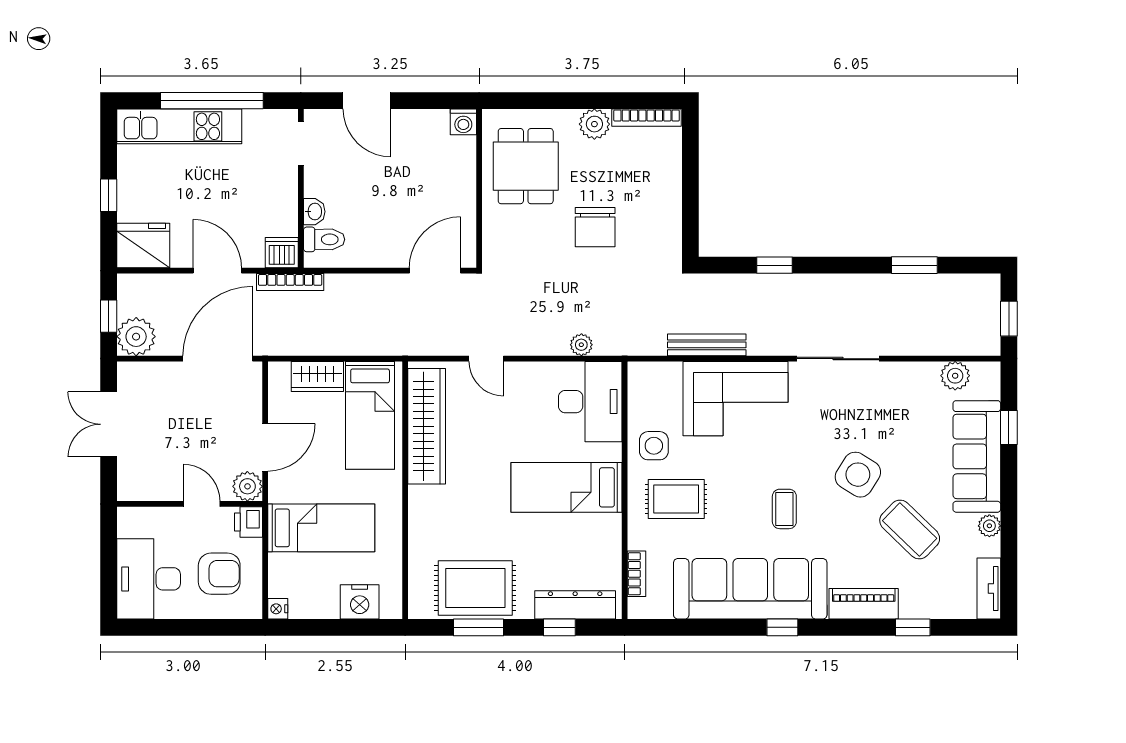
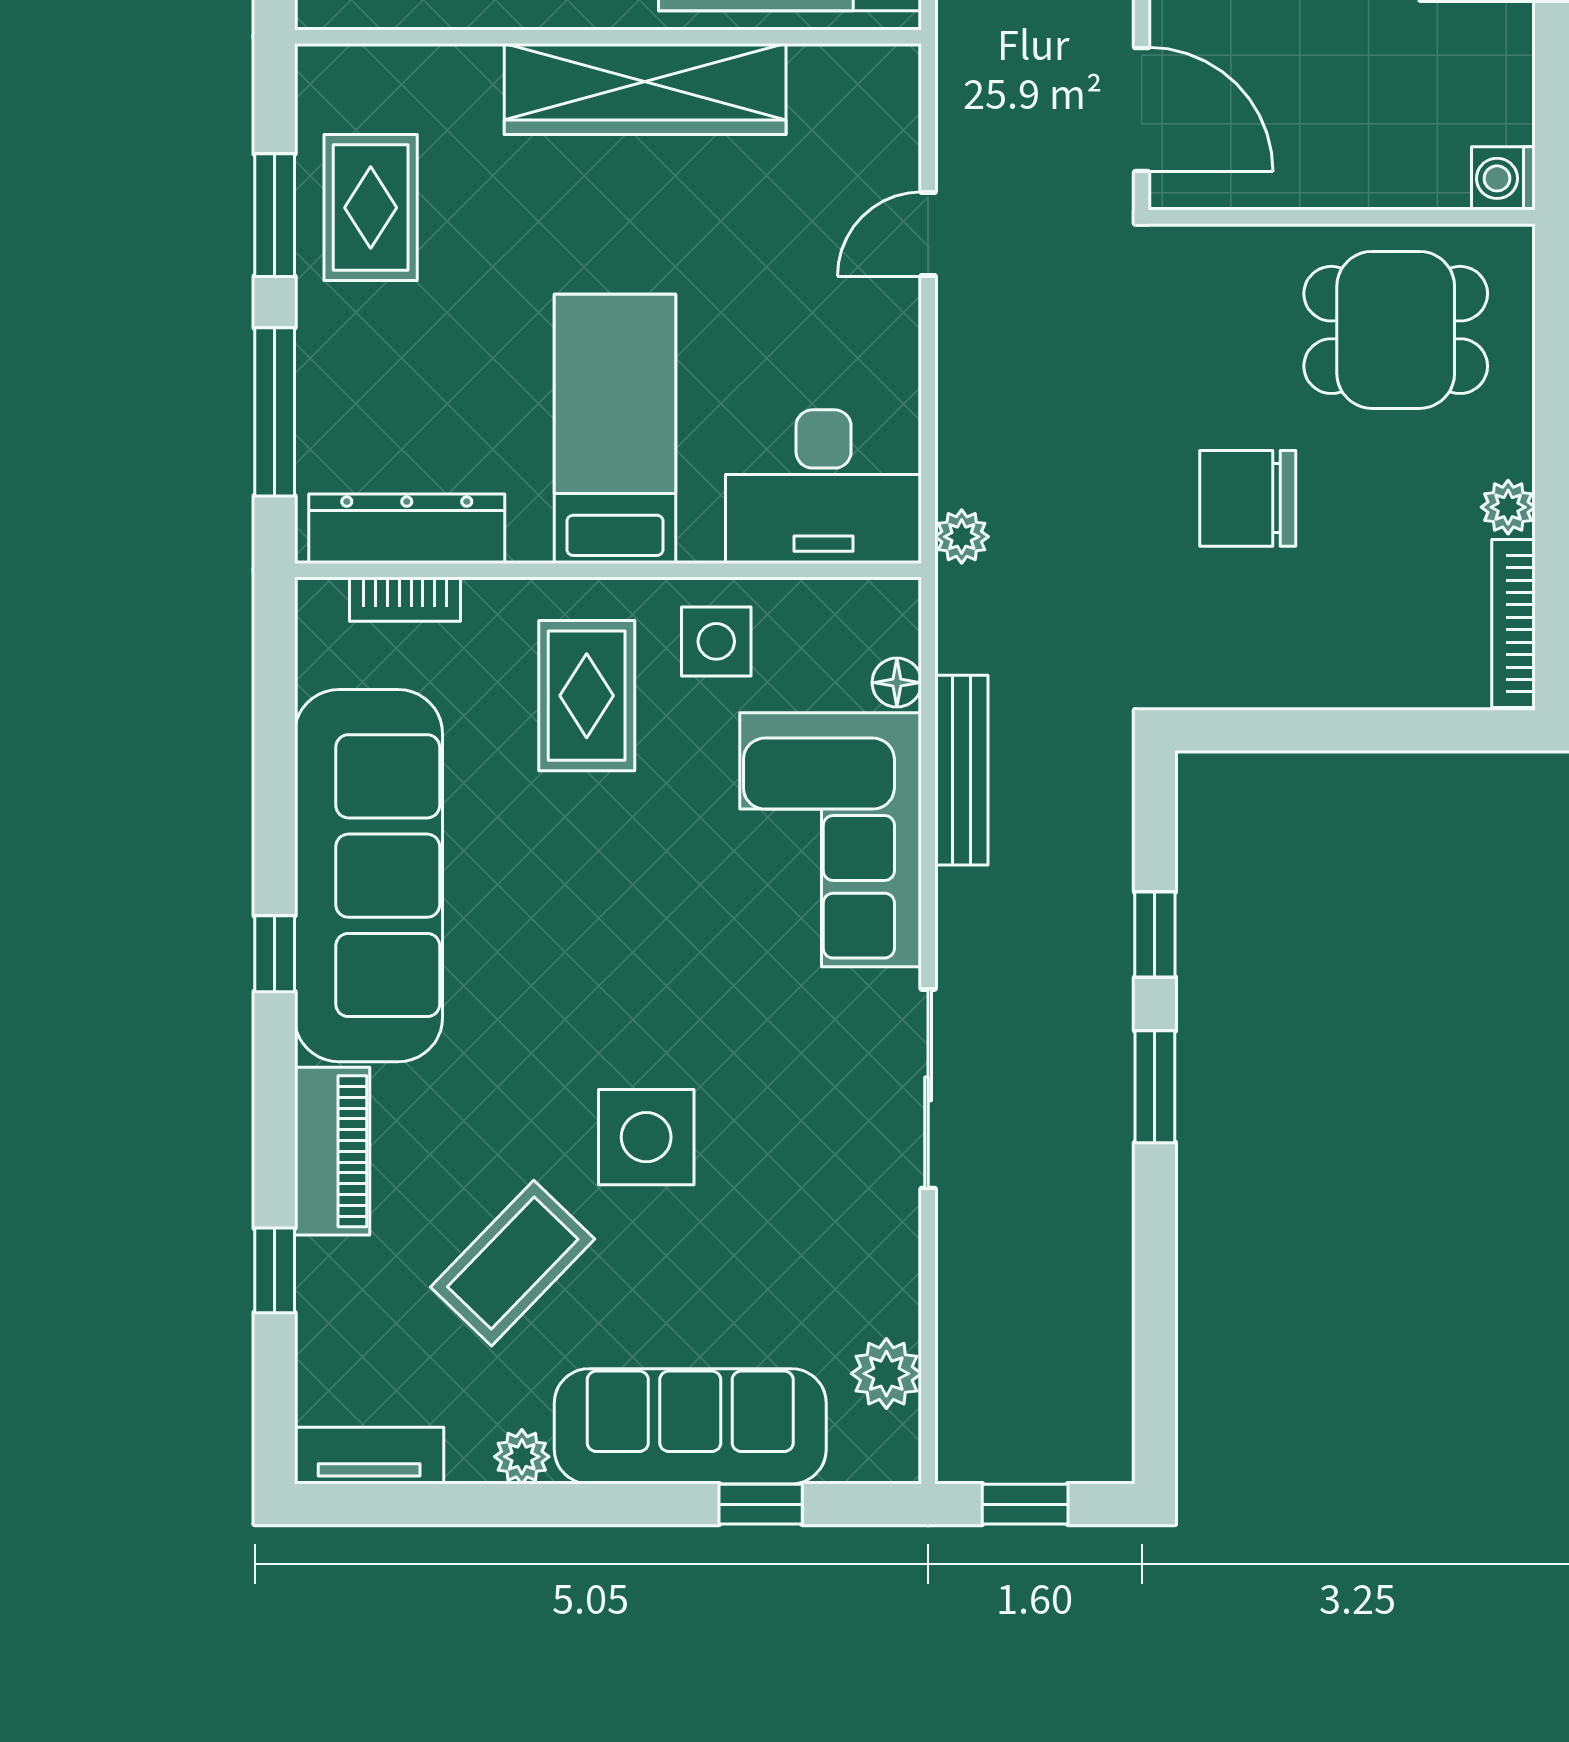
plant: (594, 124) -> (1508, 507), width x0.73, depth x0.73
window: (914, 265) -> (1155, 1087), moved
plant: (581, 345) -> (962, 537), moved
floor lamp: (671, 371) -> (897, 683), added
wardrobe: (427, 426) -> (645, 89), moved
side table: (858, 475) -> (646, 1137), turned -32
coffee table: (784, 509) -> (563, 958), removed
rug: (475, 588) -> (371, 208), width x0.73, depth x0.70
dresser: (575, 605) -> (407, 529), moved, turned -90
window: (559, 627) -> (275, 412), width x2.17

